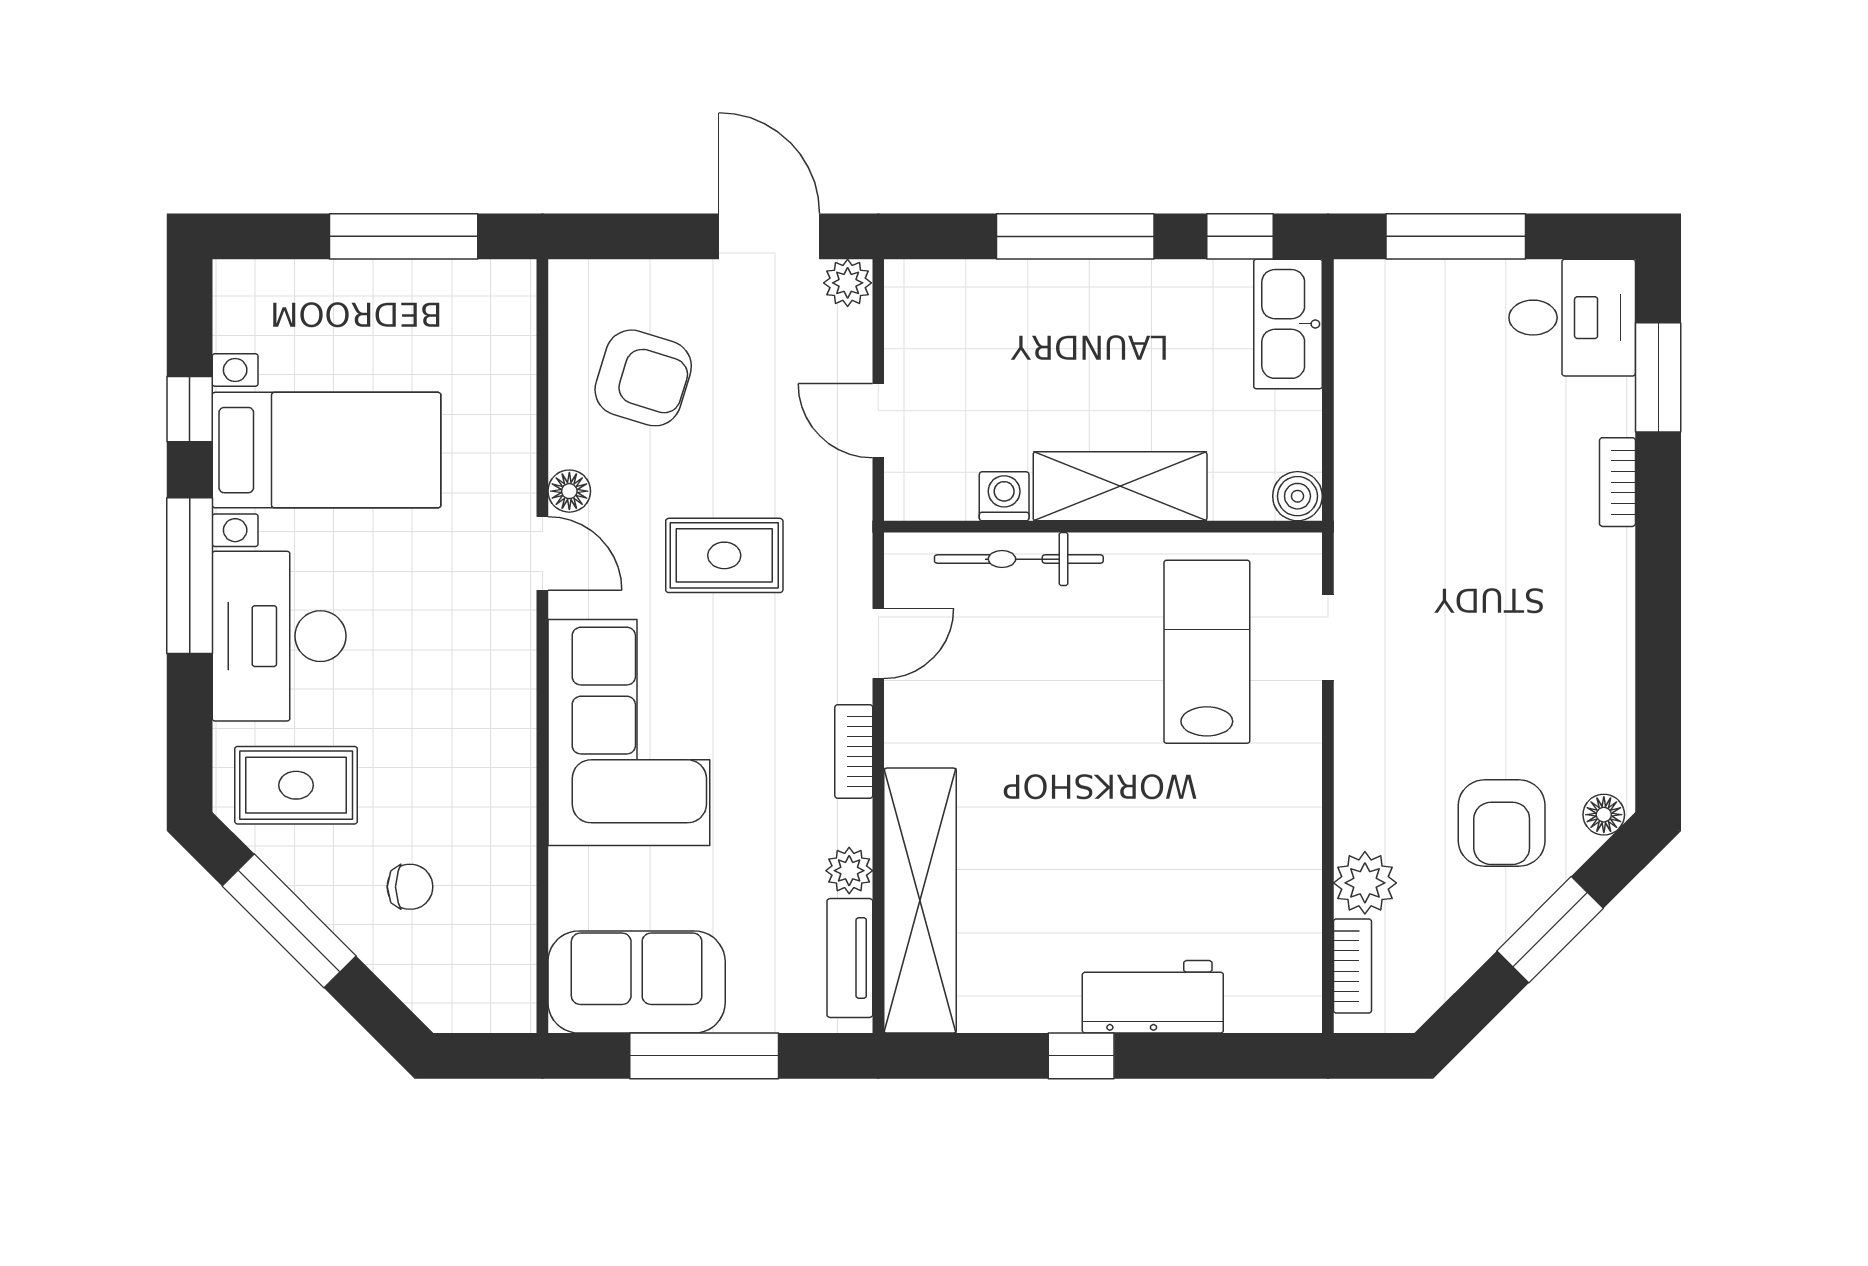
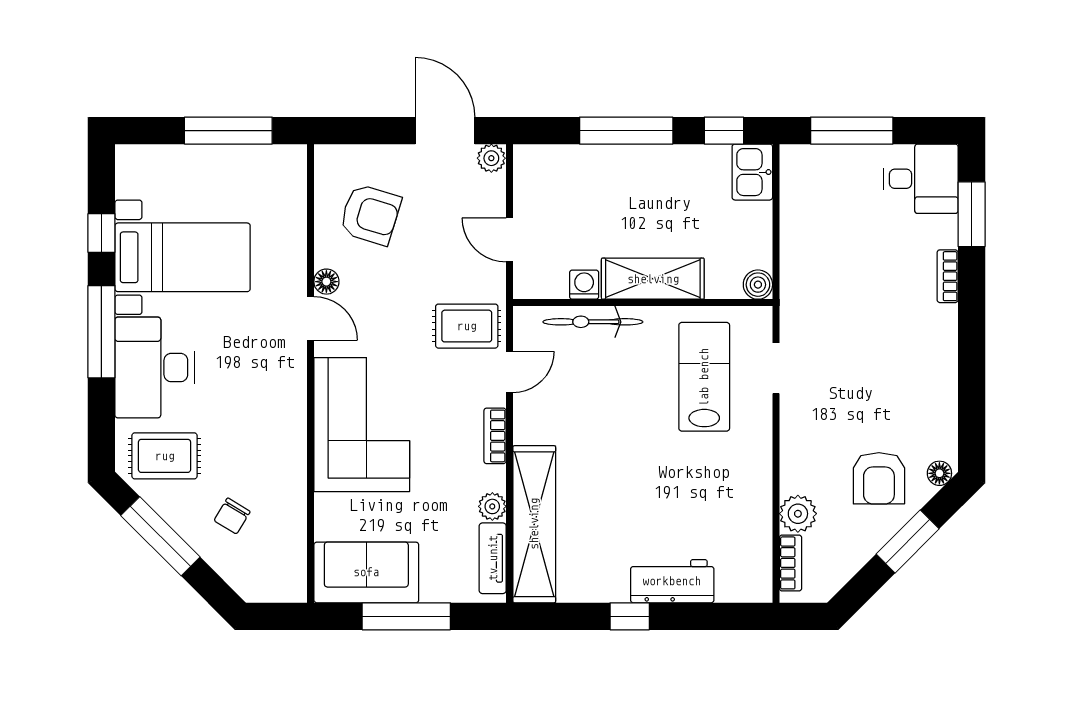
kitchen sink: (1288, 324) -> (752, 172), width x0.73
rug: (724, 555) -> (467, 326), moved
chair: (410, 887) -> (232, 516), turned 121

